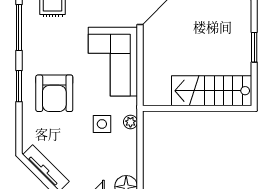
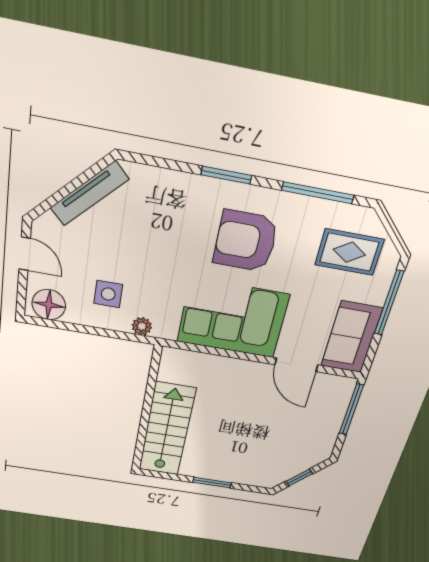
armchair: (54, 93) -> (246, 241), moved
side table: (102, 124) -> (108, 294), moved

